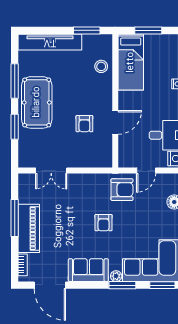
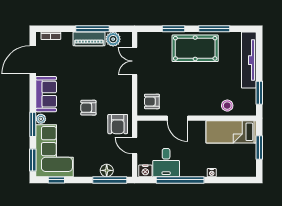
armchair: (84, 124) -> (152, 101), moved
plant: (26, 195) -> (113, 39), added
piano: (29, 228) -> (89, 39), width x0.73, depth x0.75

